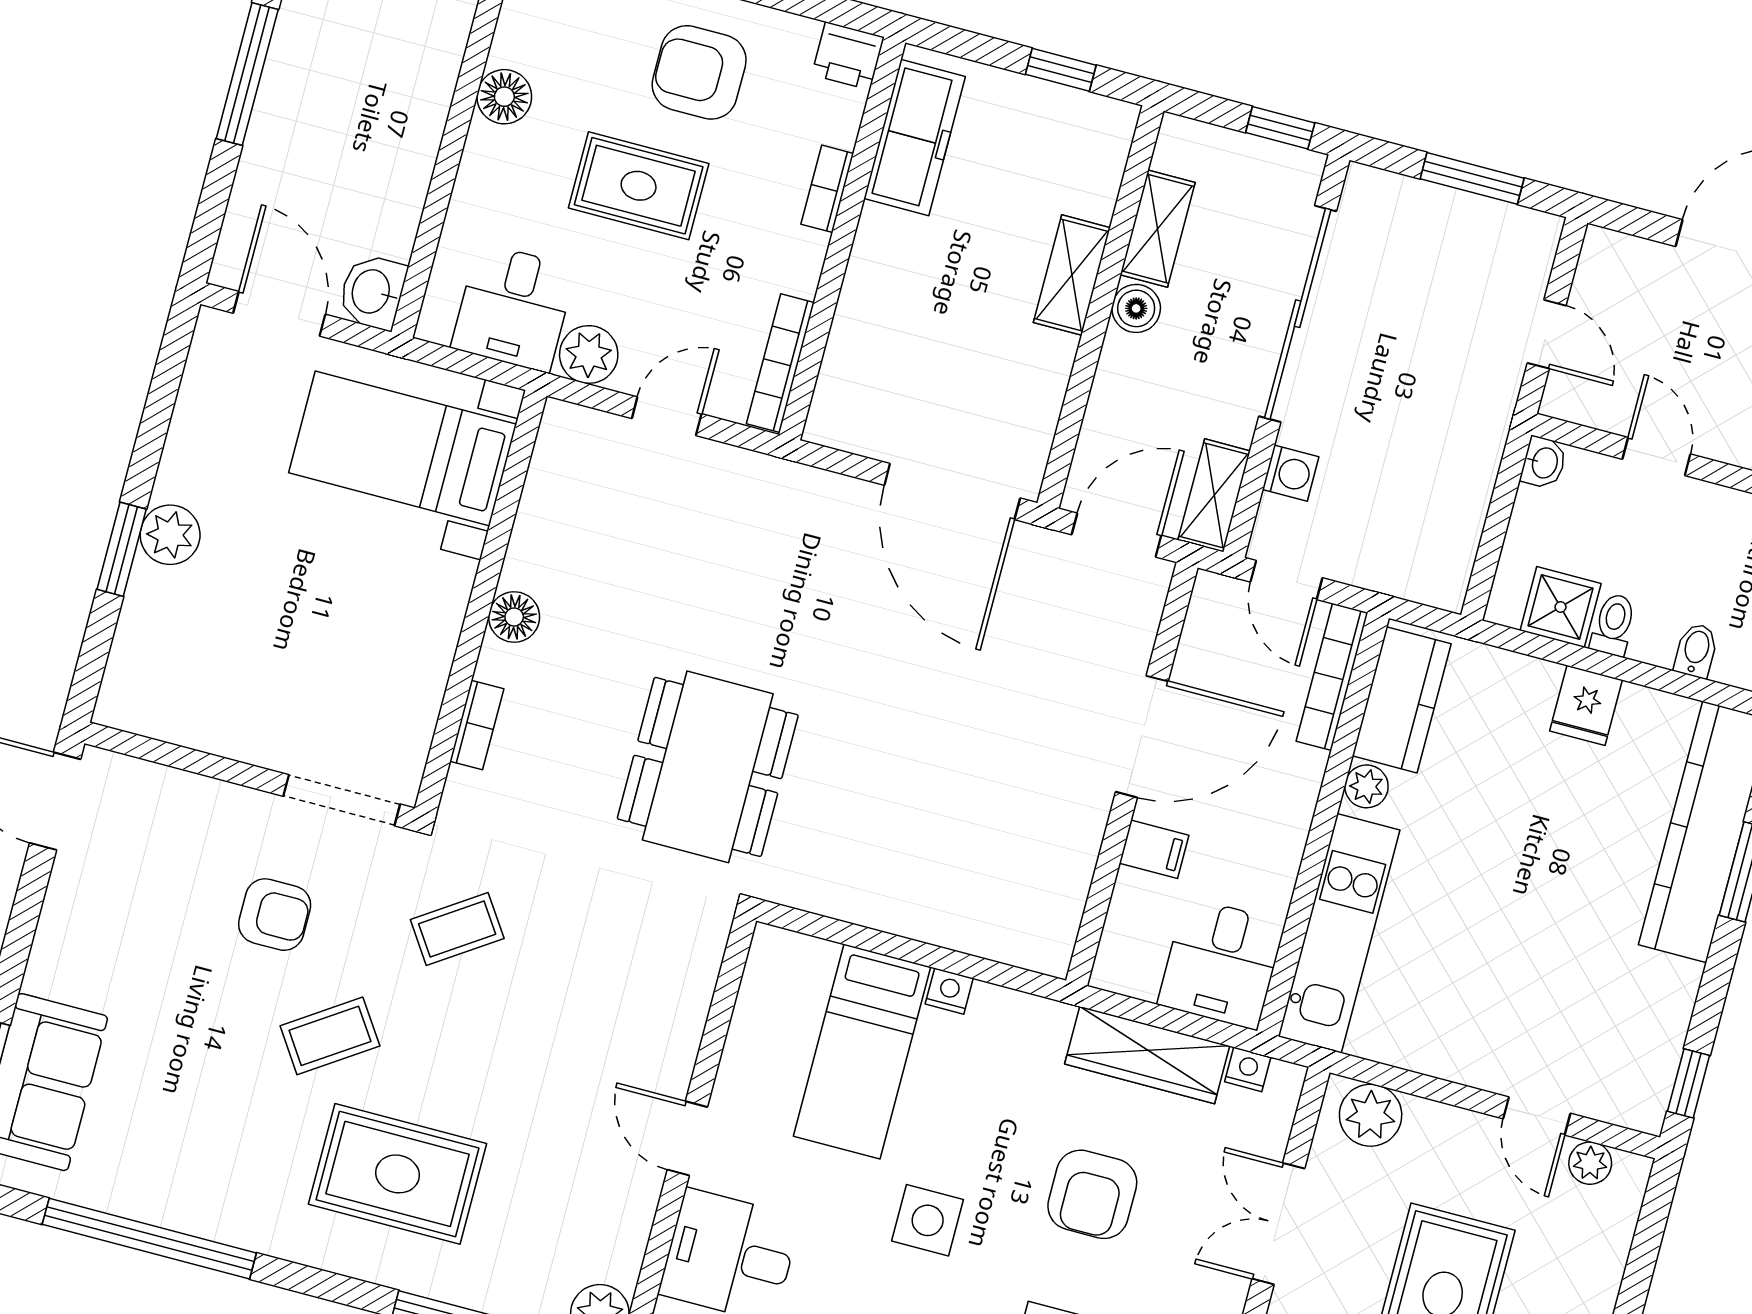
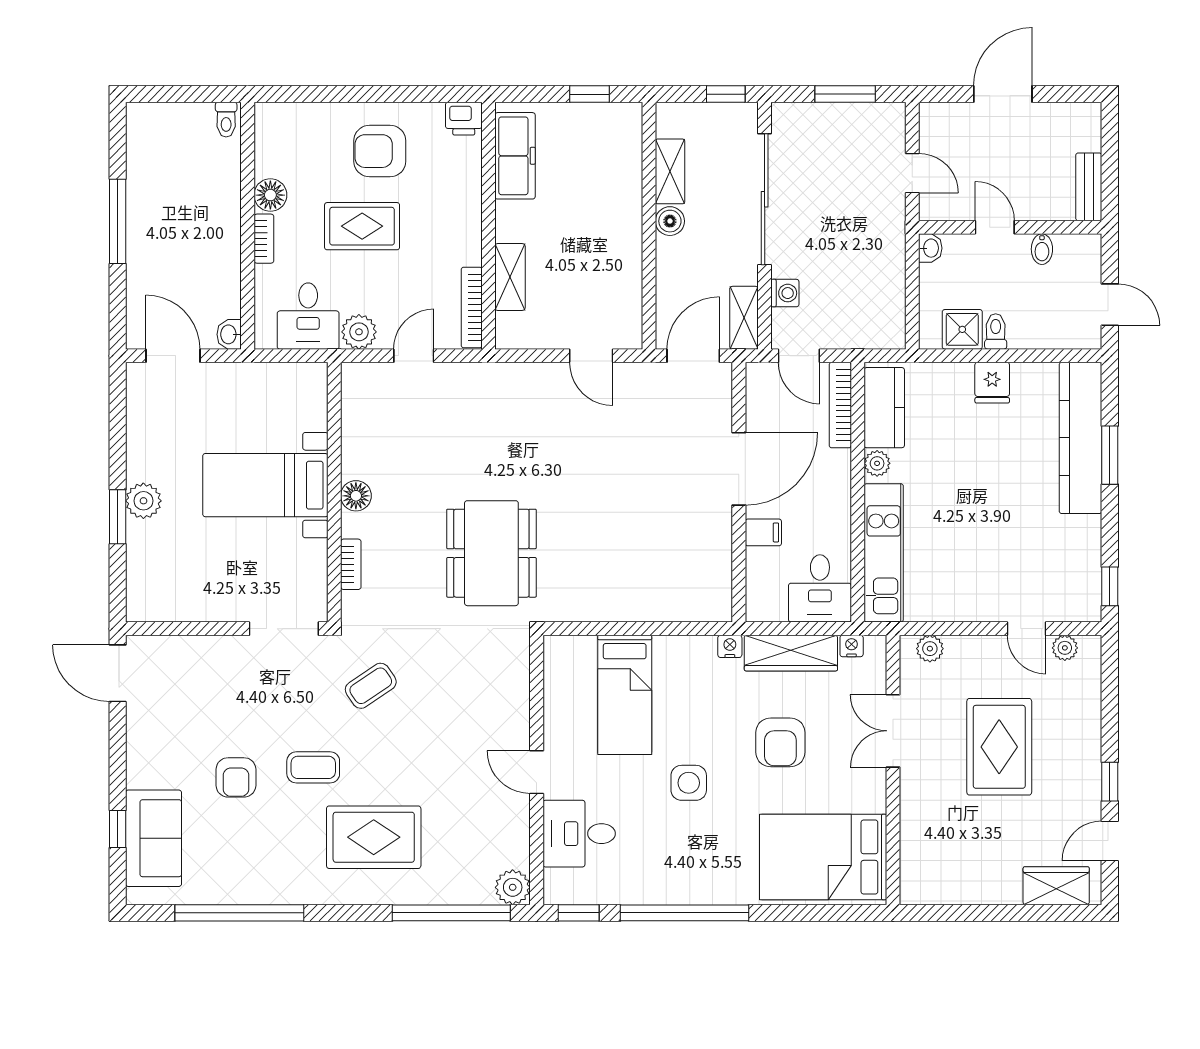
bookcase: (827, 189) -> (264, 239), moved, turned 180
shelving: (1072, 275) -> (510, 277), moved
washbasin: (372, 292) -> (229, 334), width x0.72, depth x0.69
bed with nightstands: (403, 448) -> (265, 485), moved
door: (952, 492) -> (591, 356), width x0.53
bidet: (1696, 650) -> (1042, 249), moved, turned 180
armchair: (275, 915) -> (236, 777), moved, turned 90
nightstand: (949, 991) -> (730, 646), moved
coffee table: (330, 1036) -> (313, 767), turned 34
plant: (1371, 1115) -> (930, 649), width x0.73, depth x0.73

